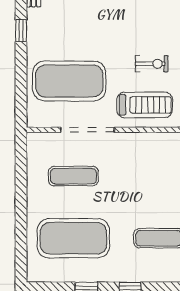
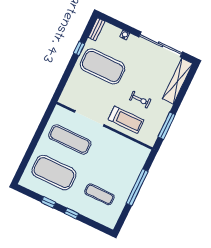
exercise mat: (69, 81) -> (103, 66), moved
exercise mat: (73, 176) -> (70, 139), width x1.36, depth x1.45

